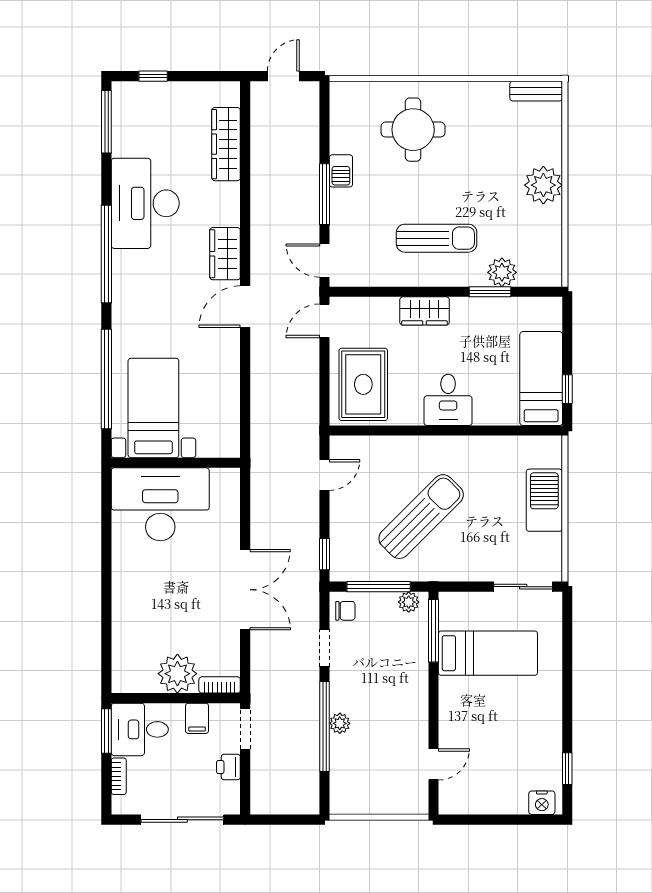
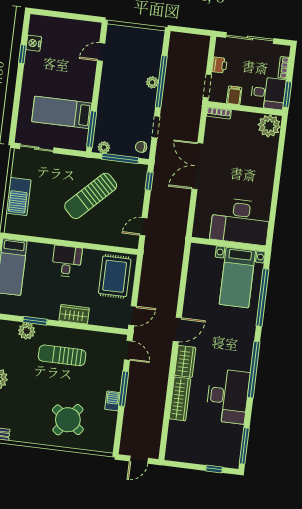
round table: (413, 130) -> (68, 420), turned 37
wardrobe: (226, 144) -> (180, 399), moved
plant: (177, 674) -> (269, 126), moved
window: (567, 769) -> (22, 54), moved
nightstand: (542, 803) -> (34, 43), moved, turned -90

